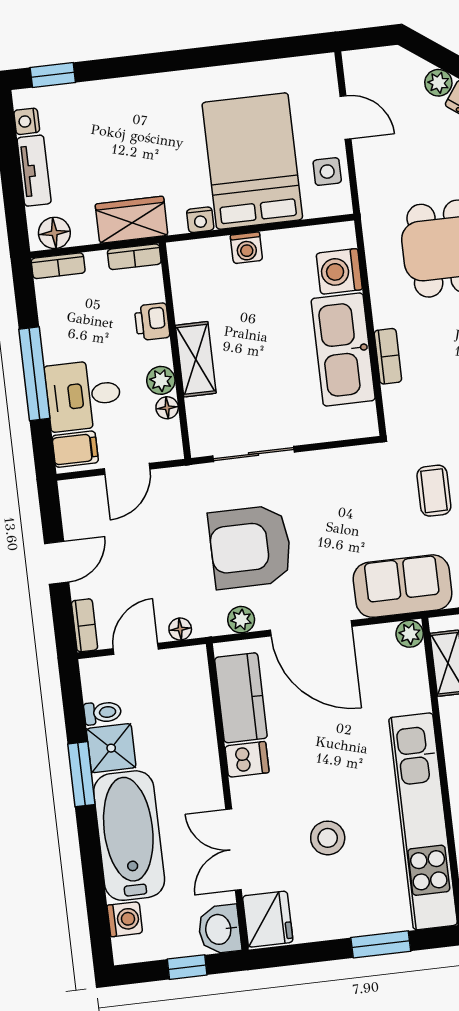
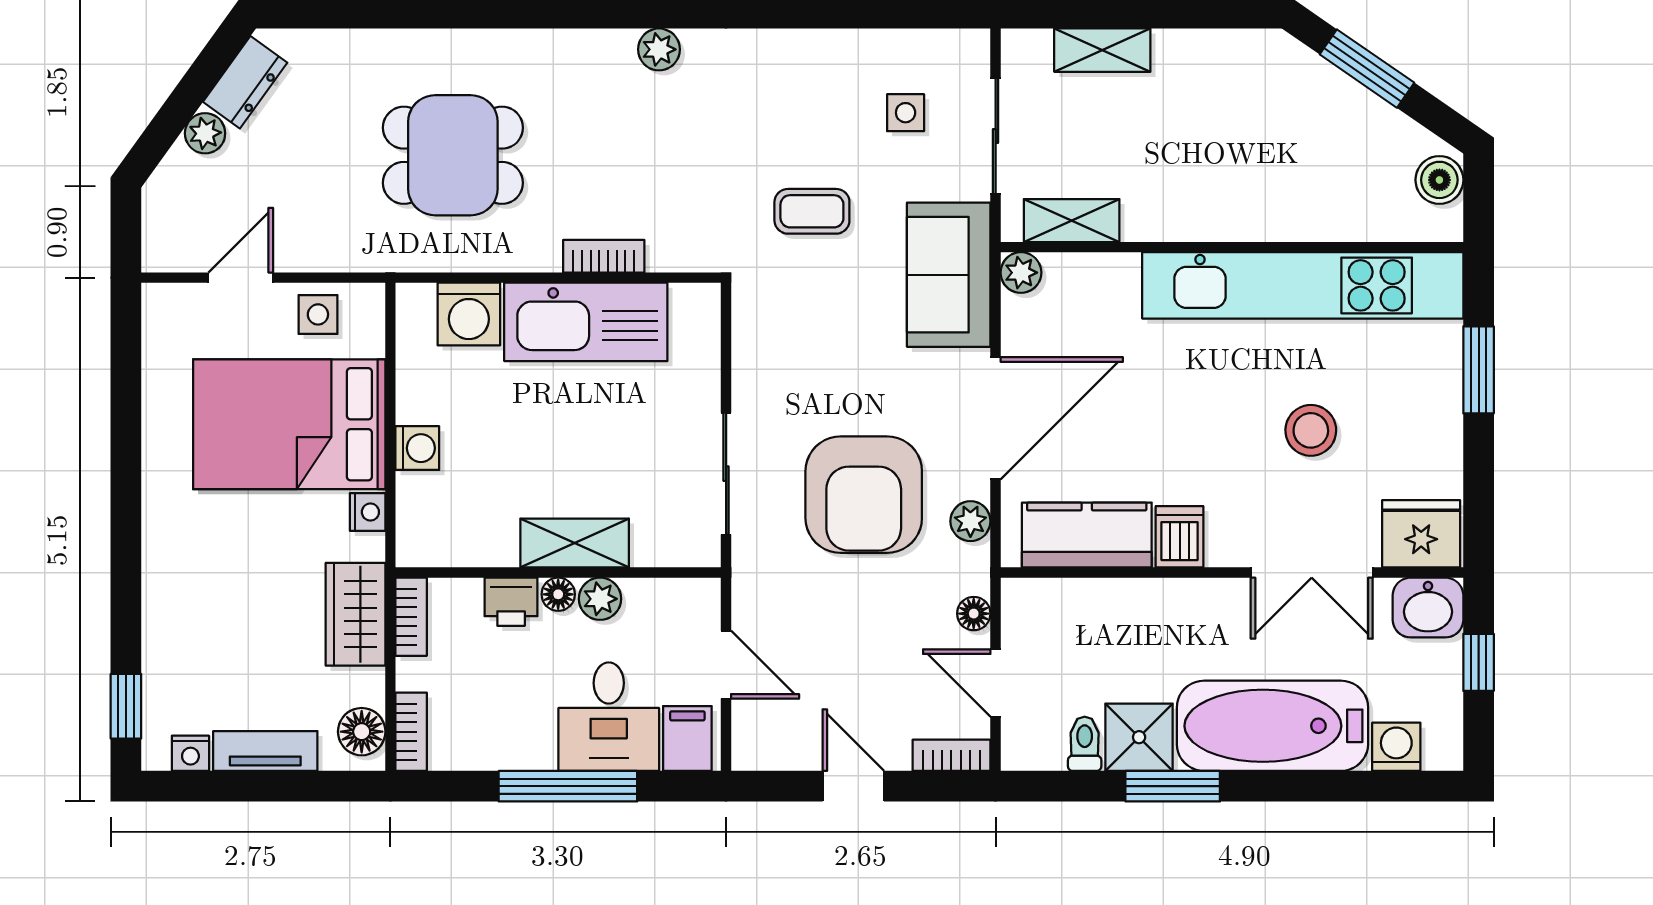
floor lamp: (167, 408) -> (558, 594), moved

